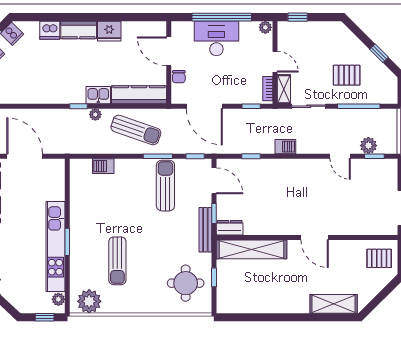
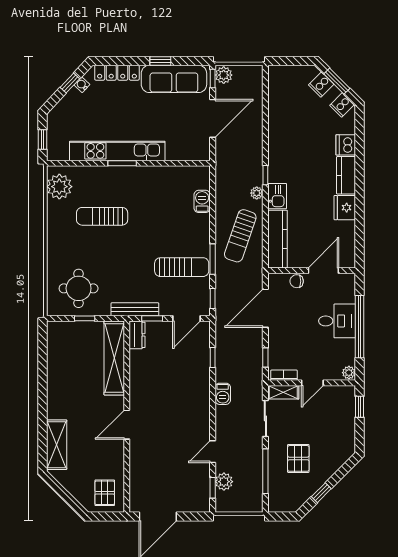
desk: (216, 38) -> (337, 321), width x0.73
plant: (58, 299) -> (62, 154), removed

